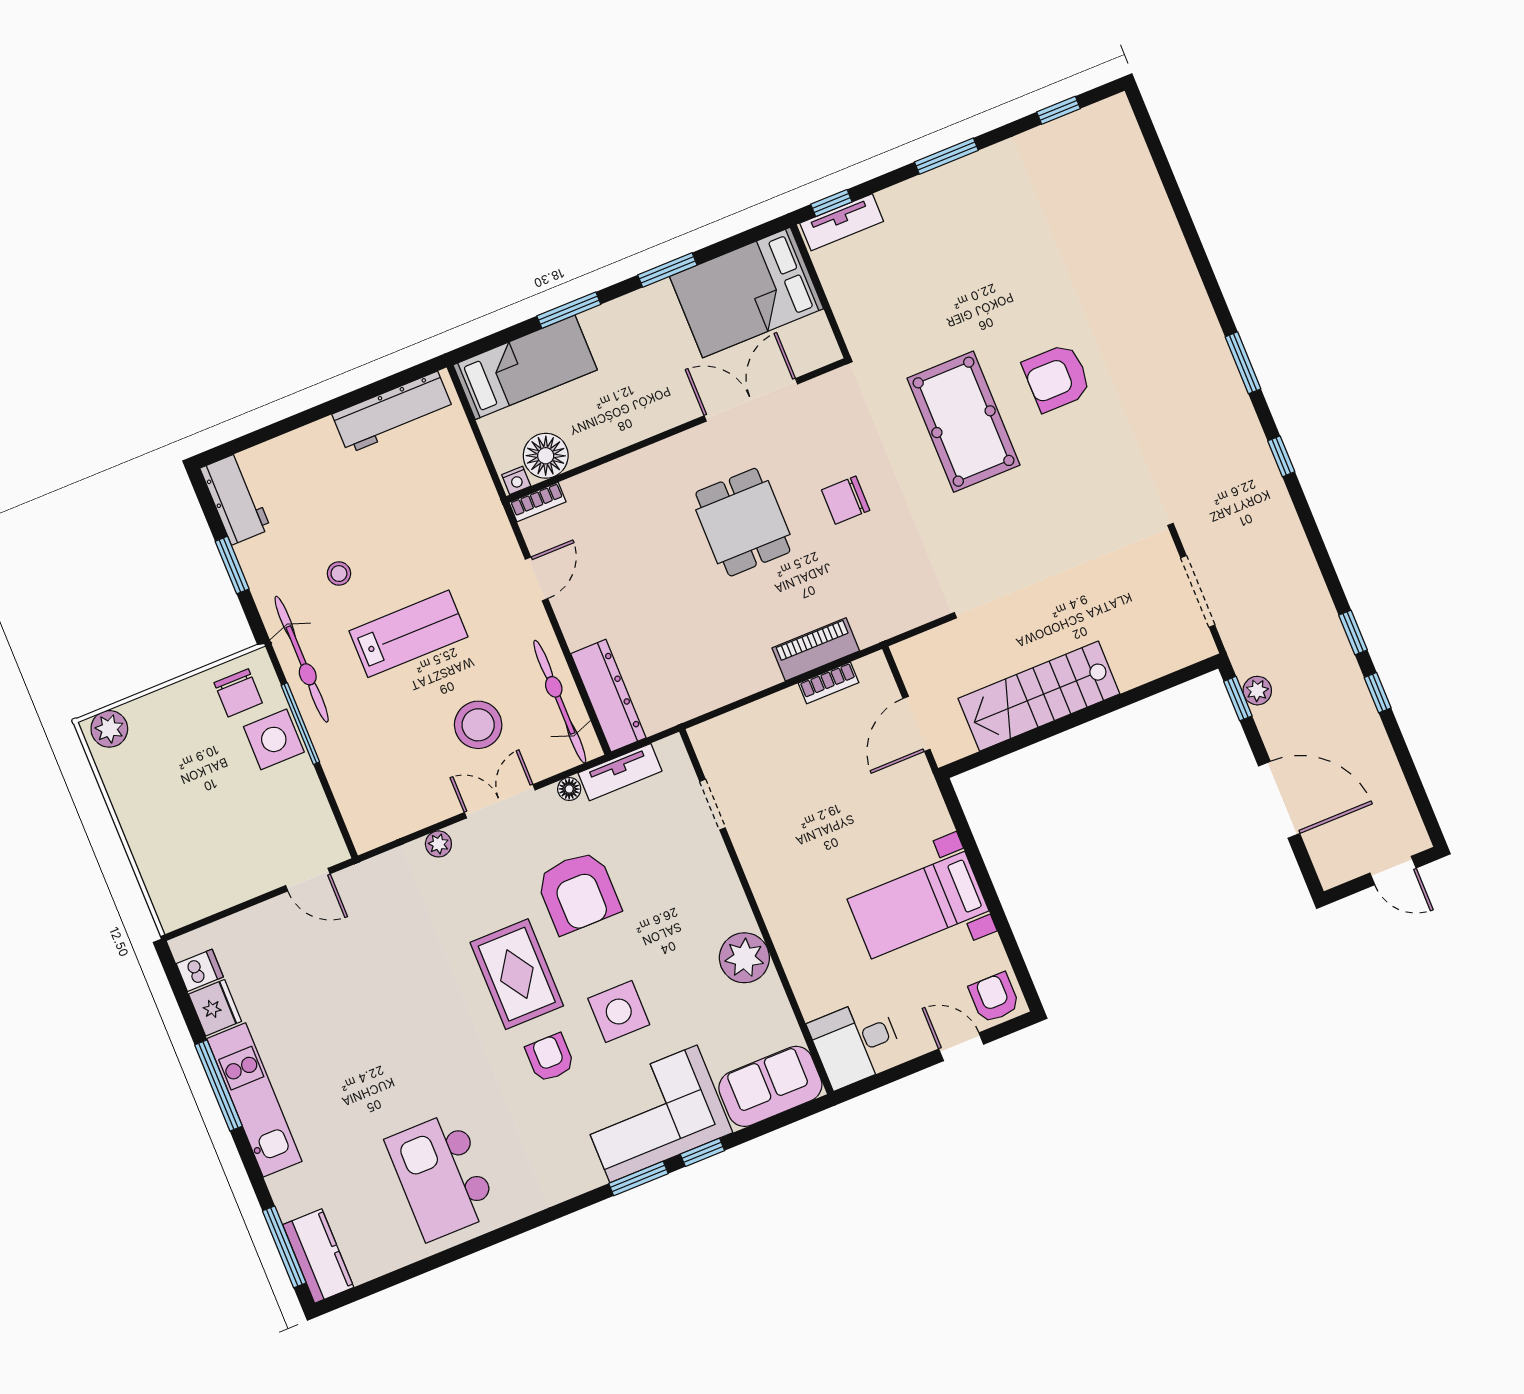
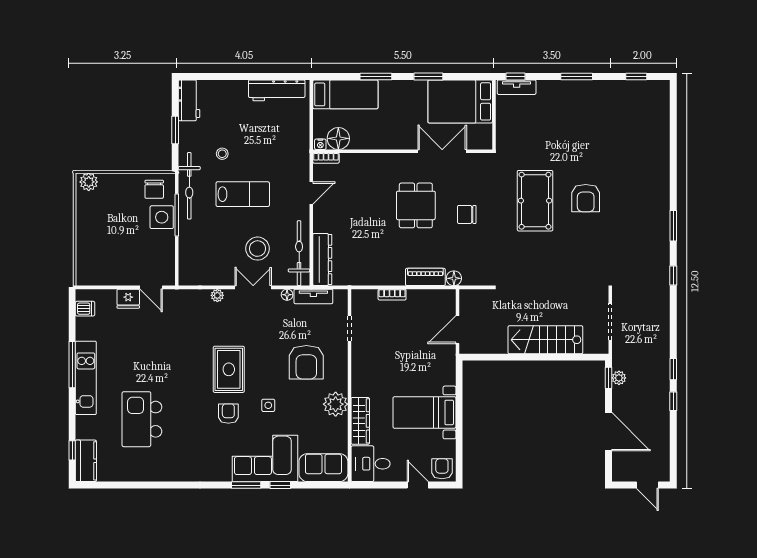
armchair: (1057, 378) -> (586, 198), turned -90
floor lamp: (870, 630) -> (454, 278), added
bookcase: (829, 683) -> (392, 295), moved
stairs: (1039, 696) -> (545, 340), moved
armchair: (578, 892) -> (306, 362), moved
wardrobe: (804, 970) -> (360, 421), added
fridge: (215, 1008) -> (128, 299), moved, turned 90
side table: (619, 1012) -> (268, 405), width x0.54, depth x0.54
kitchen island: (442, 1176) -> (142, 419), moved
window: (284, 1247) -> (72, 450), width x0.46

